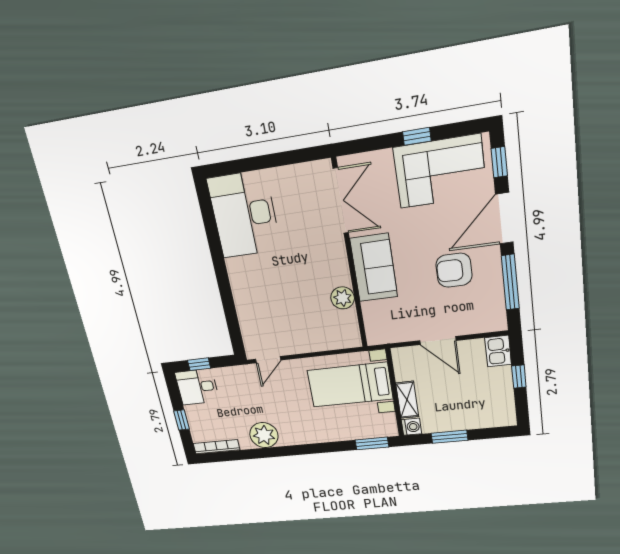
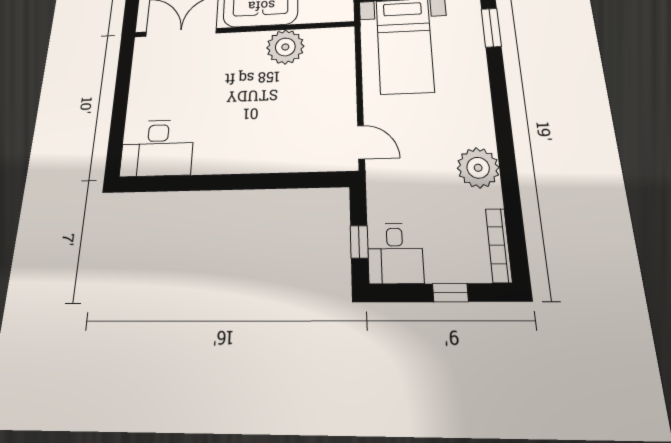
desk: (244, 214) -> (157, 148), width x0.73, depth x0.77
plant: (343, 298) -> (285, 47), width x1.36, depth x1.36

